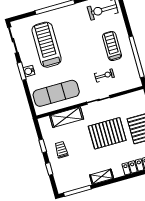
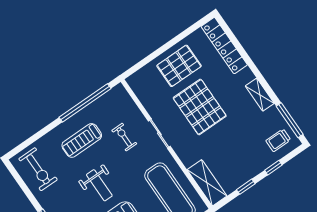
weight bench: (78, 47) -> (99, 185), added
shelving: (67, 117) -> (207, 183), moved
trolley: (61, 150) -> (278, 140), moved

